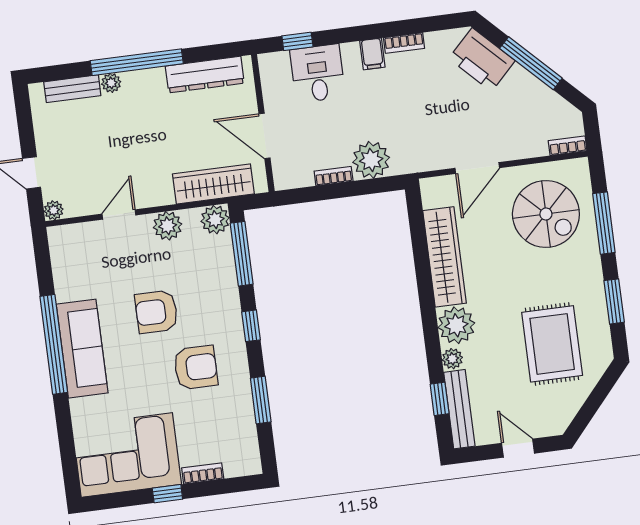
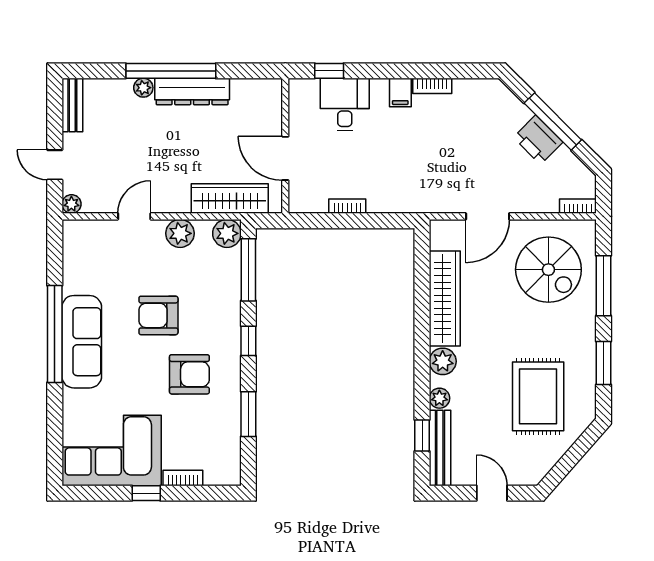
printer: (482, 60) -> (538, 140), moved, width x0.73, depth x0.84
dresser: (205, 75) -> (192, 91), moved
bench: (72, 89) -> (72, 105), moved, turned 90
plant: (371, 160) -> (386, 195), removed
plant: (456, 325) -> (443, 361), width x0.73, depth x0.73

